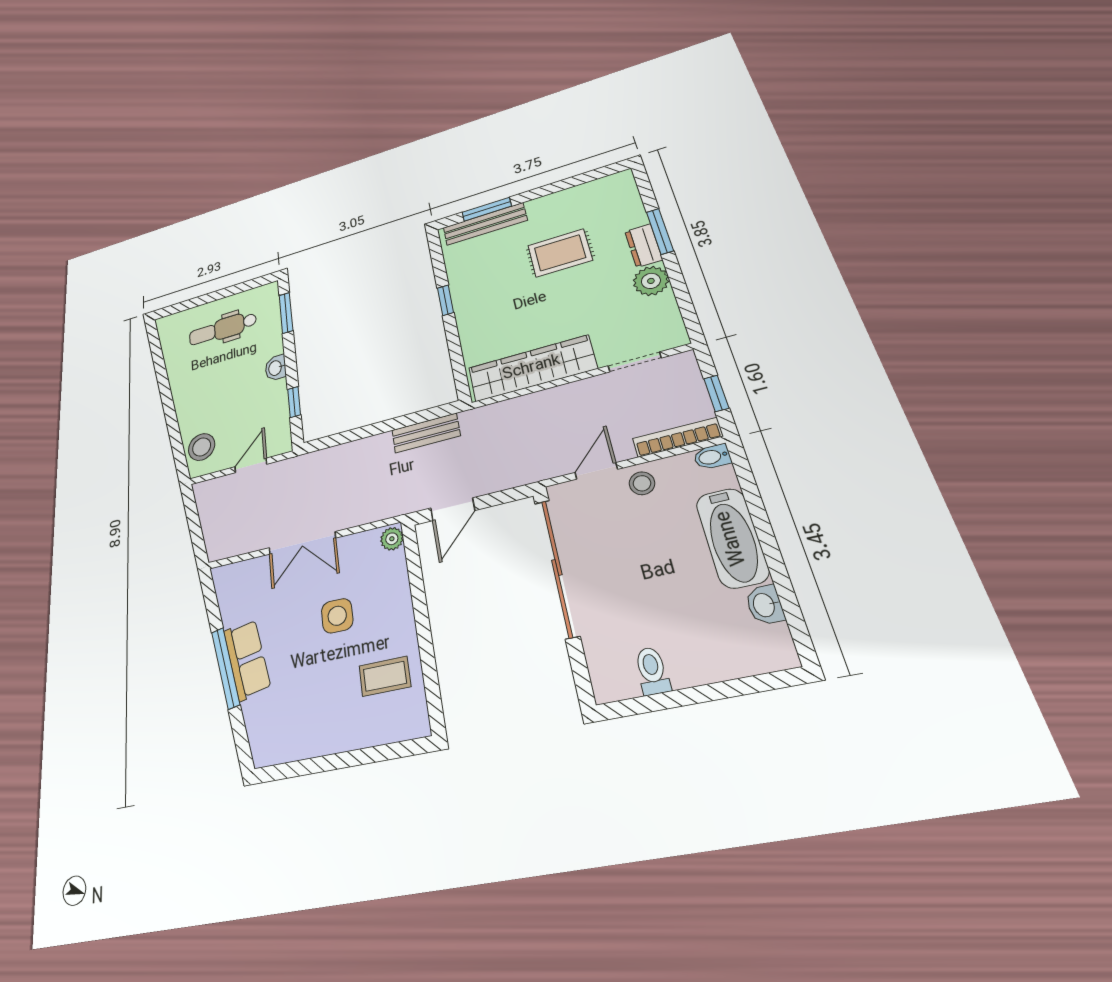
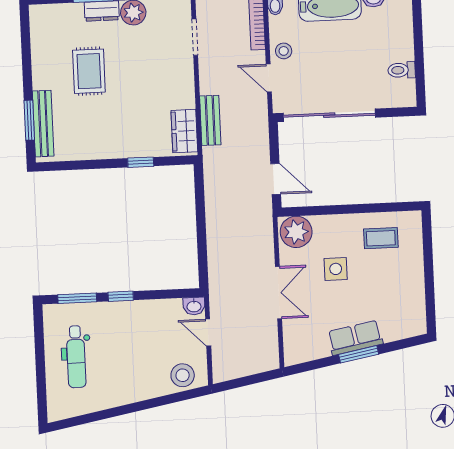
window: (445, 300) -> (141, 162), moved
washbasin: (276, 368) -> (194, 306), moved
wardrobe: (532, 368) -> (184, 131), width x0.48, depth x0.85
window: (294, 402) -> (121, 296), moved
bench: (426, 433) -> (210, 120), moved
plant: (392, 539) -> (296, 232), width x1.87, depth x1.87
window: (226, 668) -> (359, 354), width x0.69
coffee table: (385, 676) -> (381, 238), turned 90

